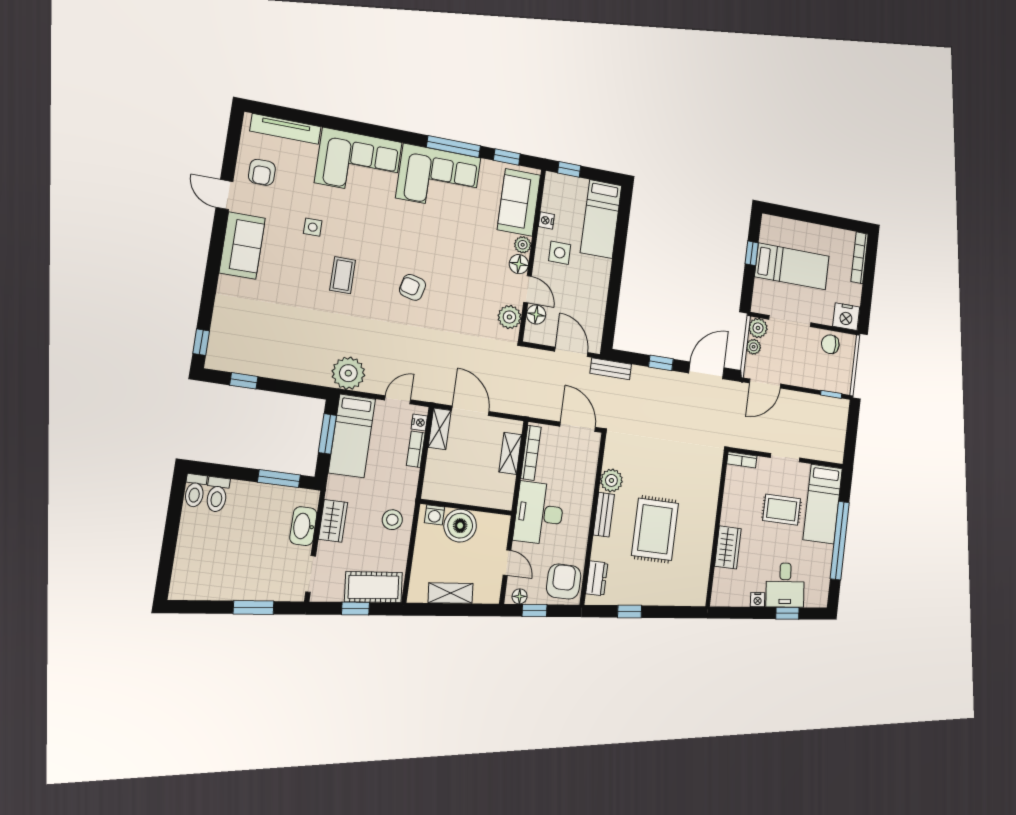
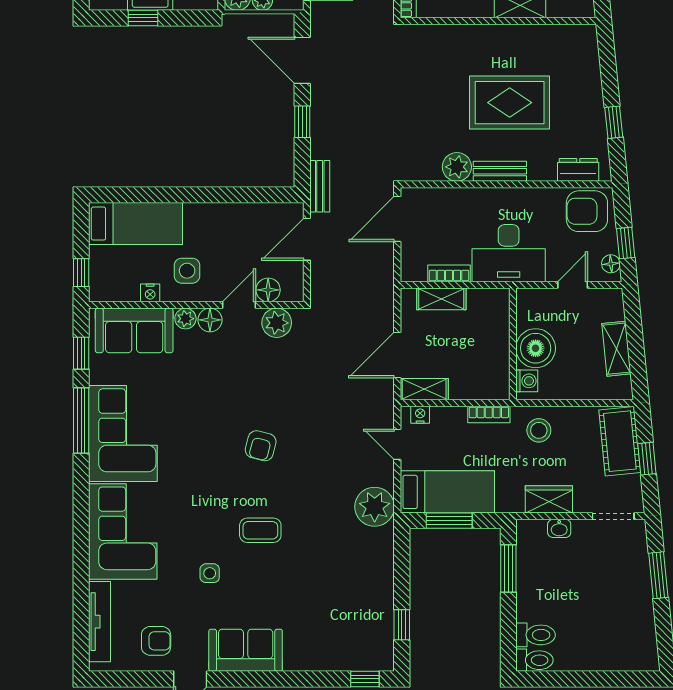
bookcase: (416, 449) -> (489, 414), moved
bookcase: (531, 453) -> (449, 273), width x0.64
washbasin: (303, 526) -> (559, 528), width x0.52, depth x0.69

